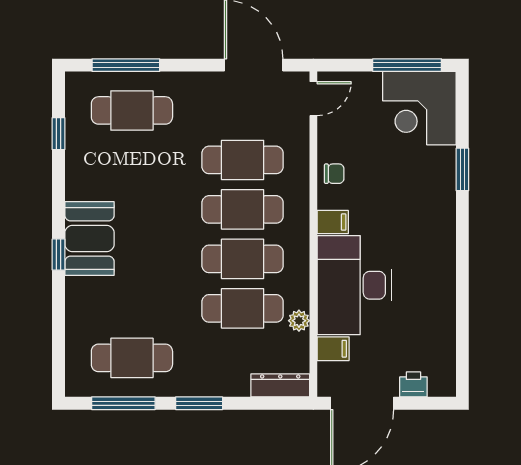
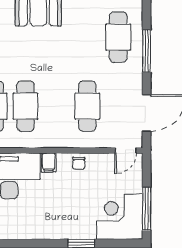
window: (126, 65) -> (147, 51), moved
door: (313, 99) -> (126, 150), hinge flipped
cafe table: (243, 209) -> (56, 106), removed

